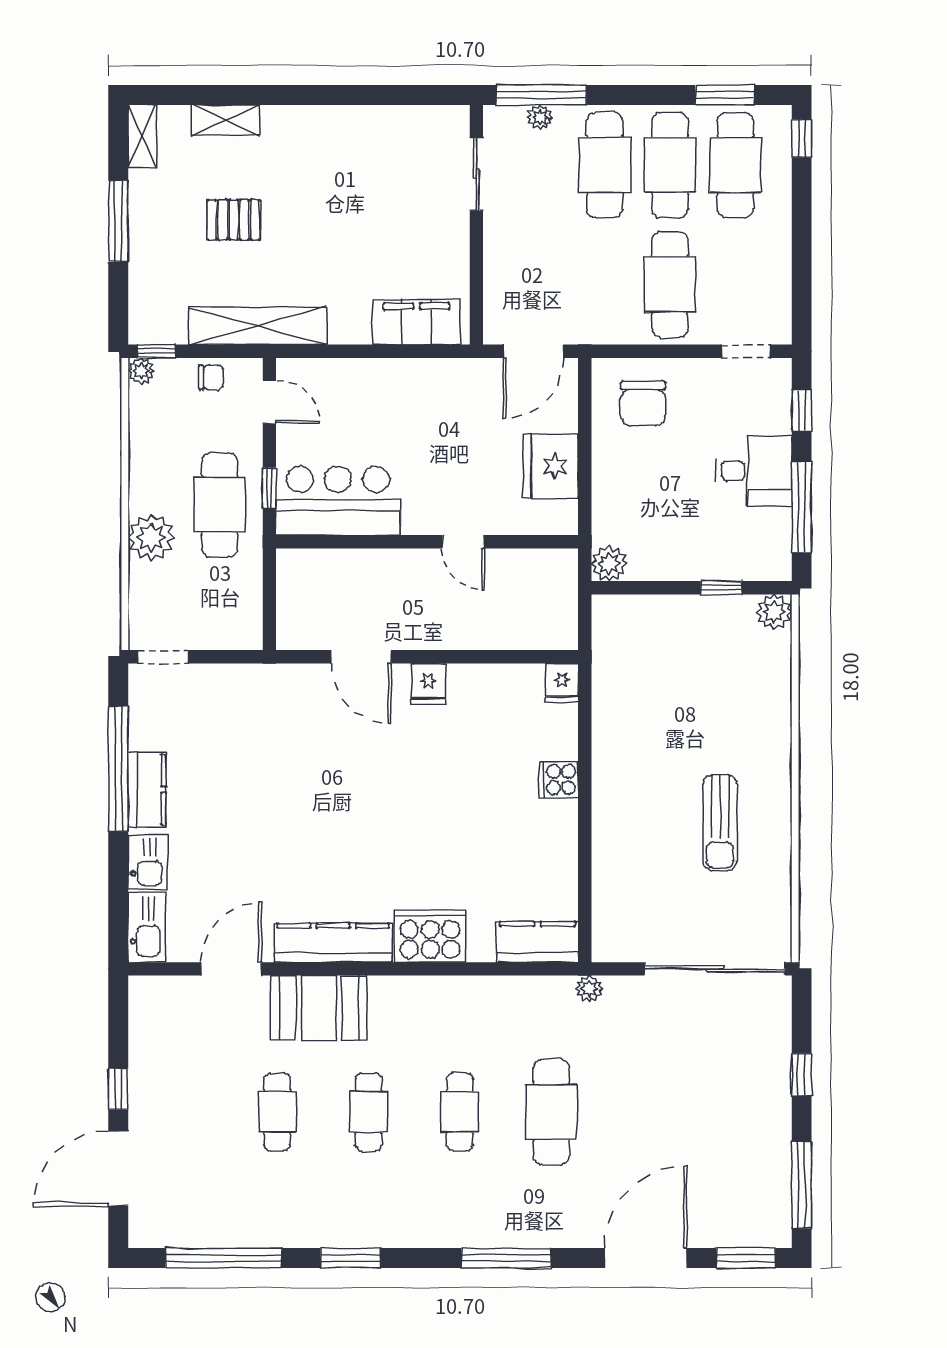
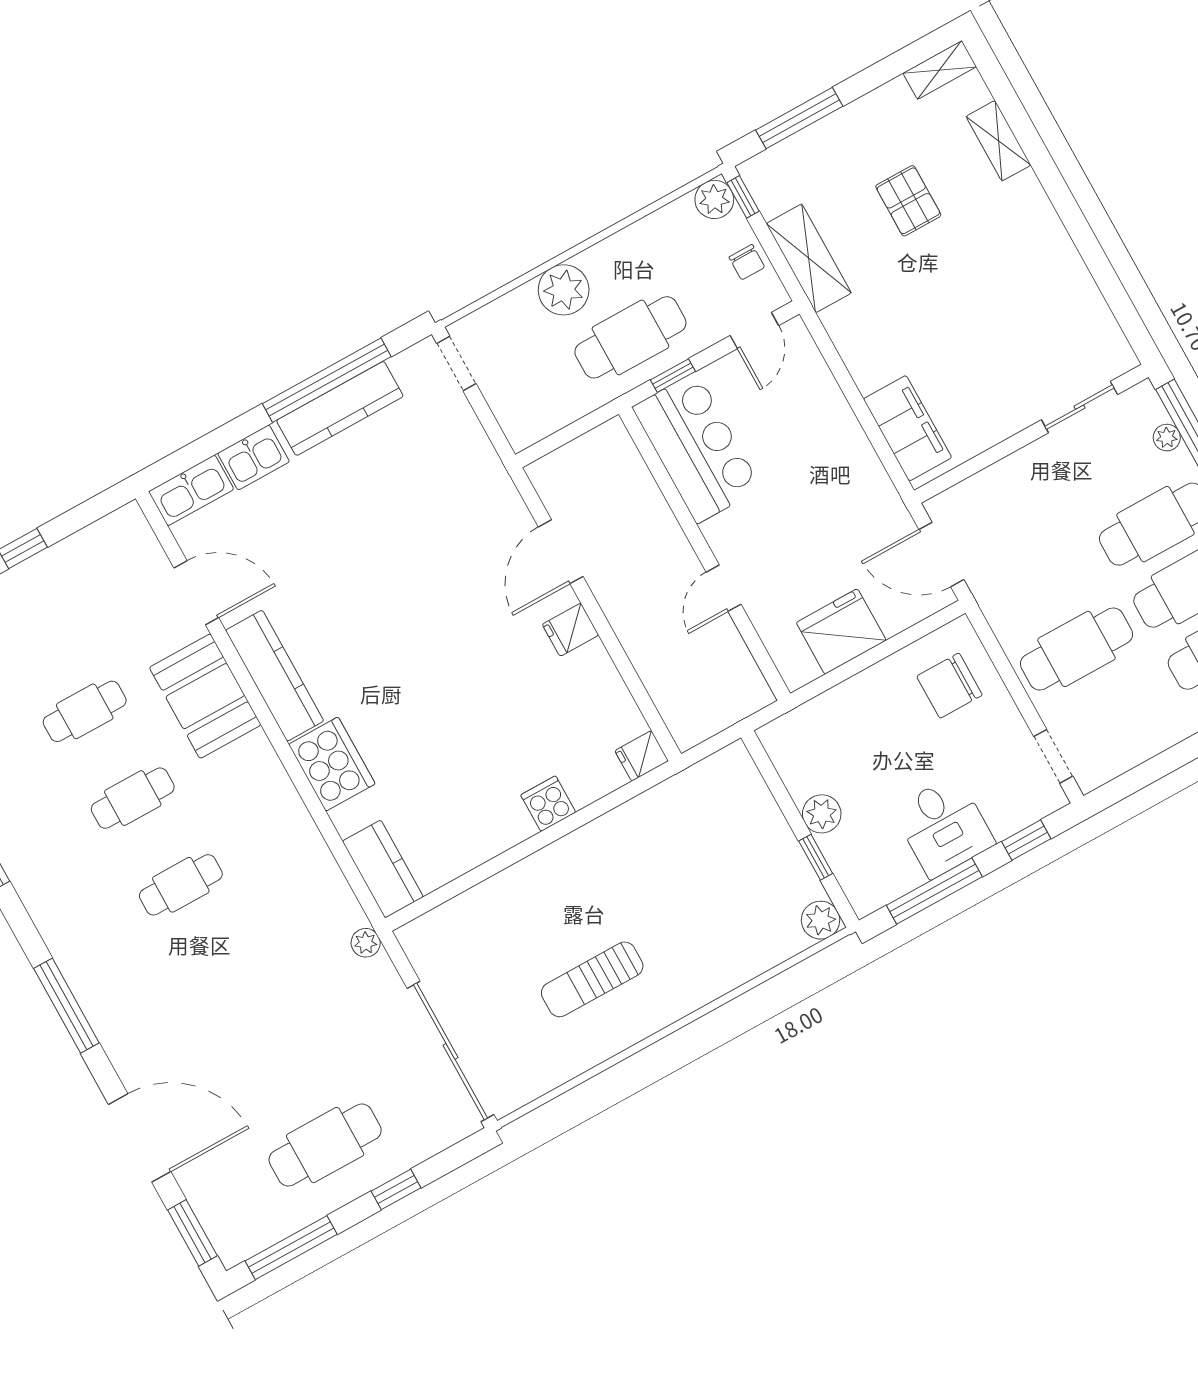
window: (118, 221) -> (799, 118), moved
shelving: (258, 326) -> (809, 258), width x0.68
plant: (141, 371) -> (714, 199), width x1.38, depth x1.38
plant: (609, 564) -> (822, 814), moved
kitchen counter: (147, 790) -> (340, 408), width x1.50
cafe table: (551, 1112) -> (325, 1145), moved

